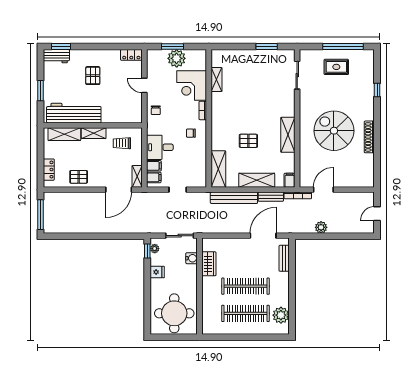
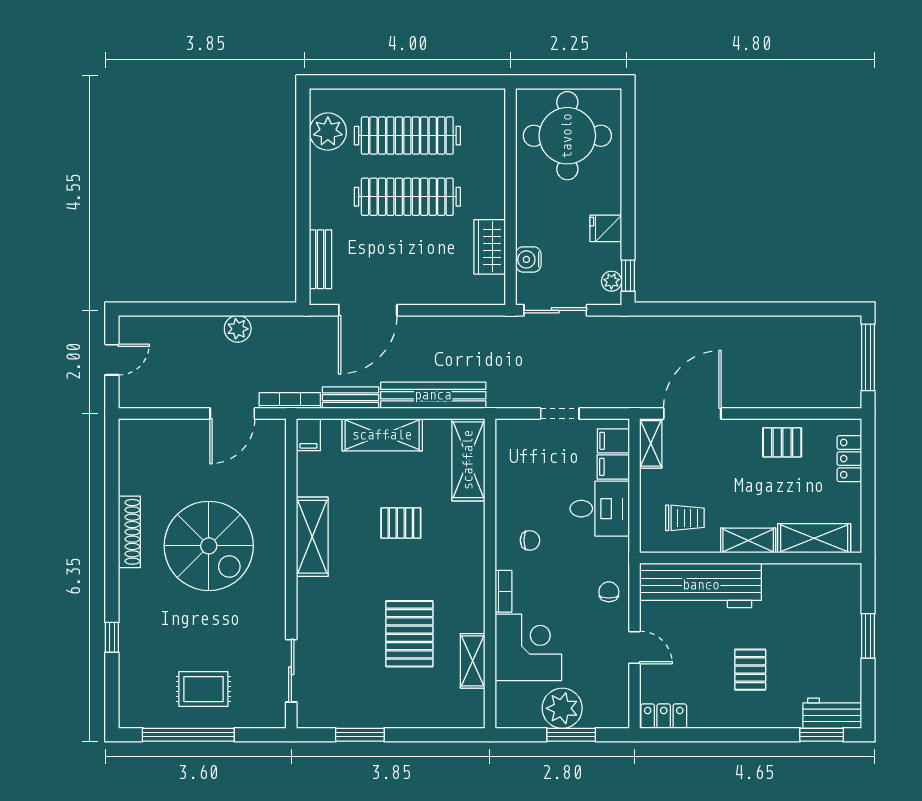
pallet: (245, 92) -> (409, 634), added
workbench: (74, 113) -> (701, 585), moved

